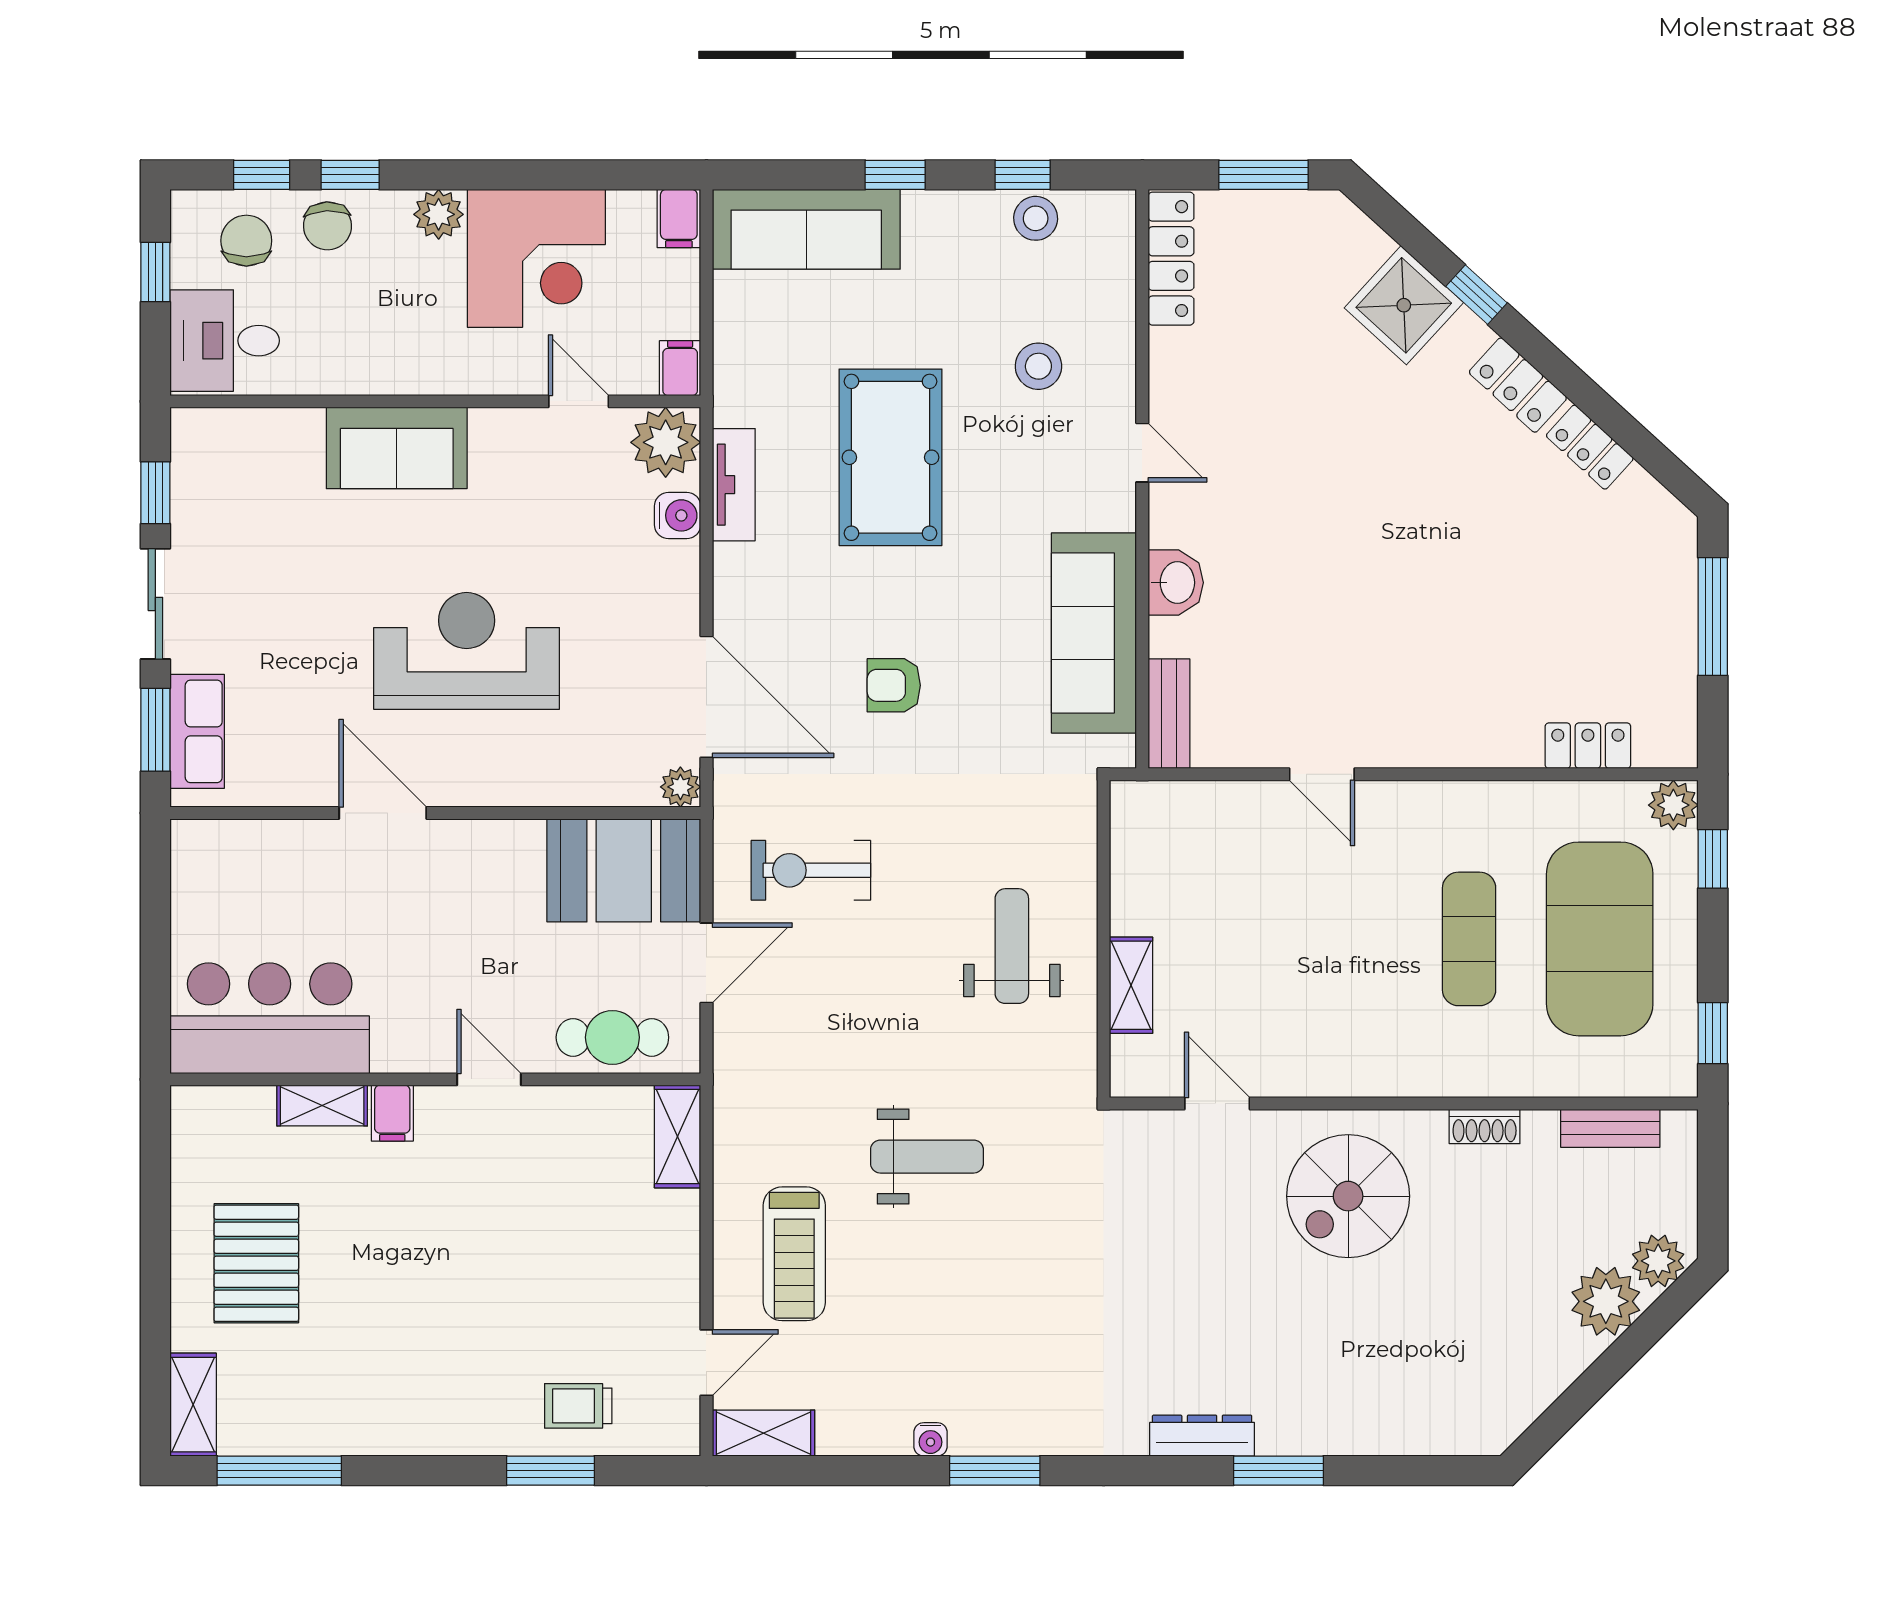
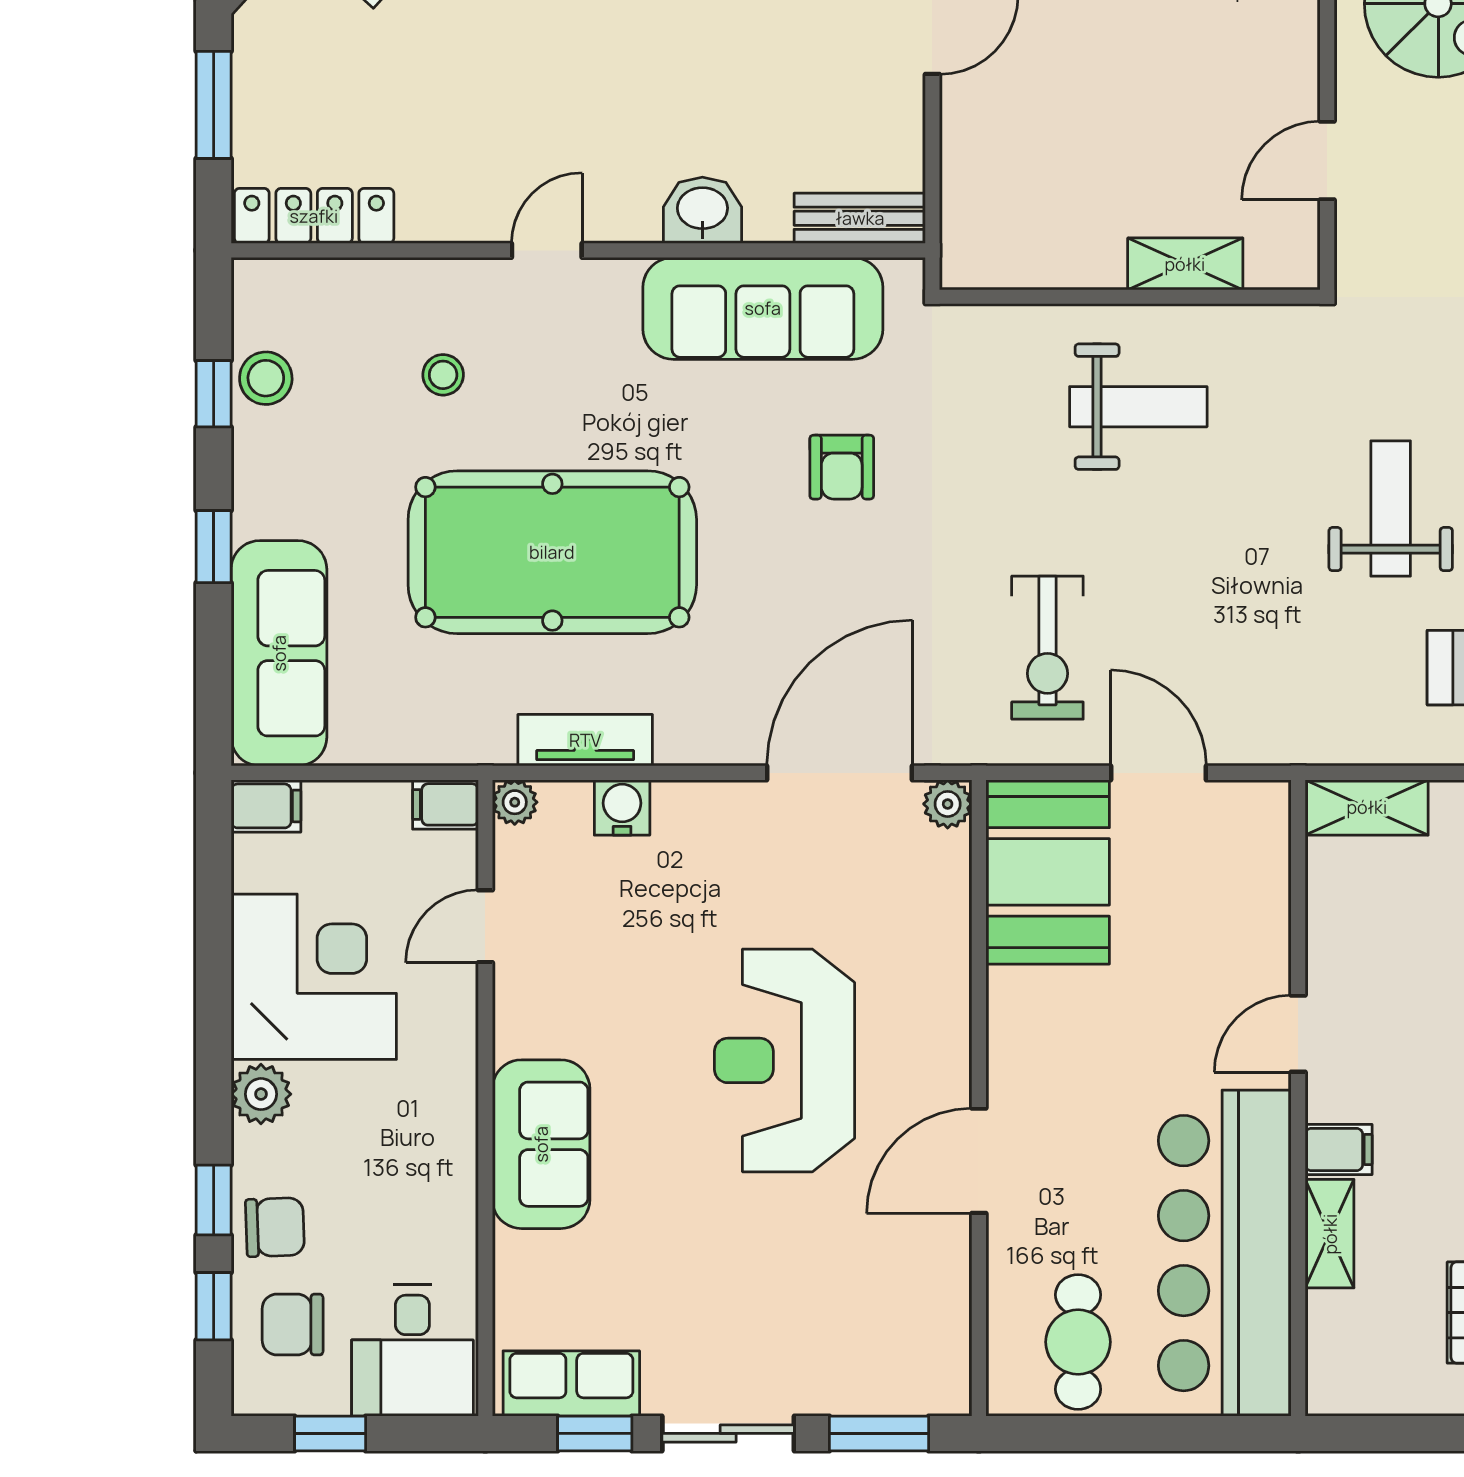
stool: (1038, 366) -> (443, 375), width x0.73, depth x0.73
plant: (666, 442) -> (515, 802), width x0.53, depth x0.53
pool table: (890, 457) -> (552, 552), width x1.36, depth x1.32
armchair: (894, 685) -> (842, 467), moved
row of seats: (197, 731) -> (571, 1383), moved
weight bench: (1012, 946) -> (1138, 407), turned 180
bar counter: (270, 1018) -> (1225, 1253), width x1.36
cafe table: (612, 1037) -> (1078, 1342), moved

